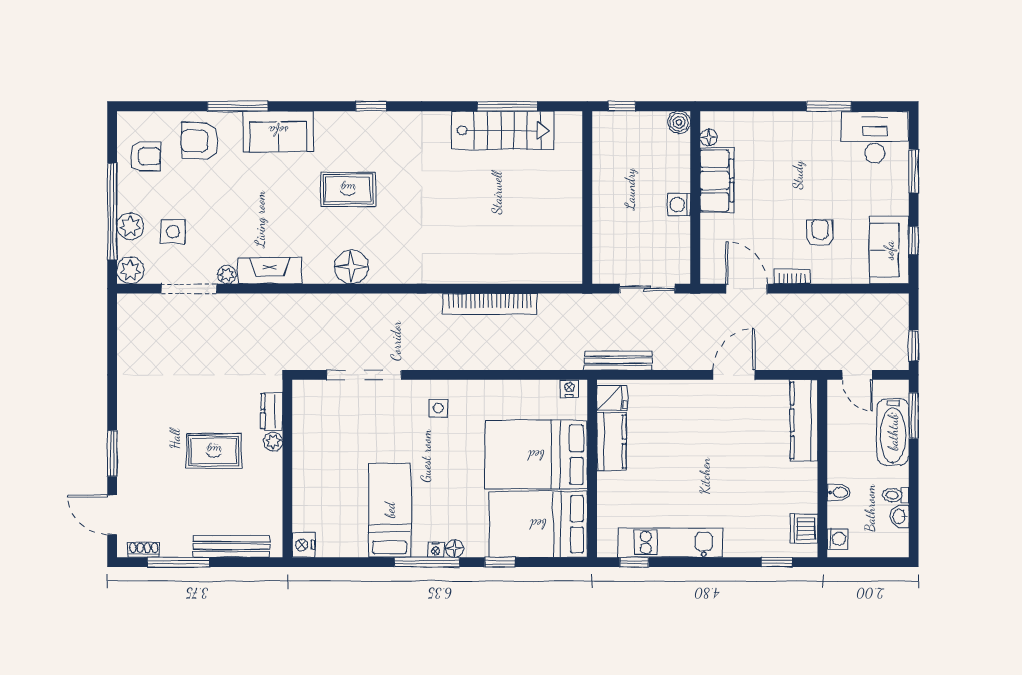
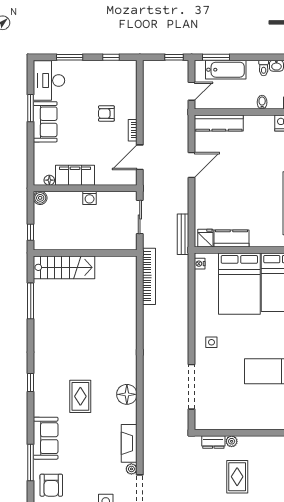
stairs: (503, 130) -> (64, 267), moved, turned 90
sofa: (889, 250) -> (45, 122), moved, turned -90
bookcase: (490, 304) -> (149, 276), moved
door: (734, 375) -> (192, 165), swing flipped

